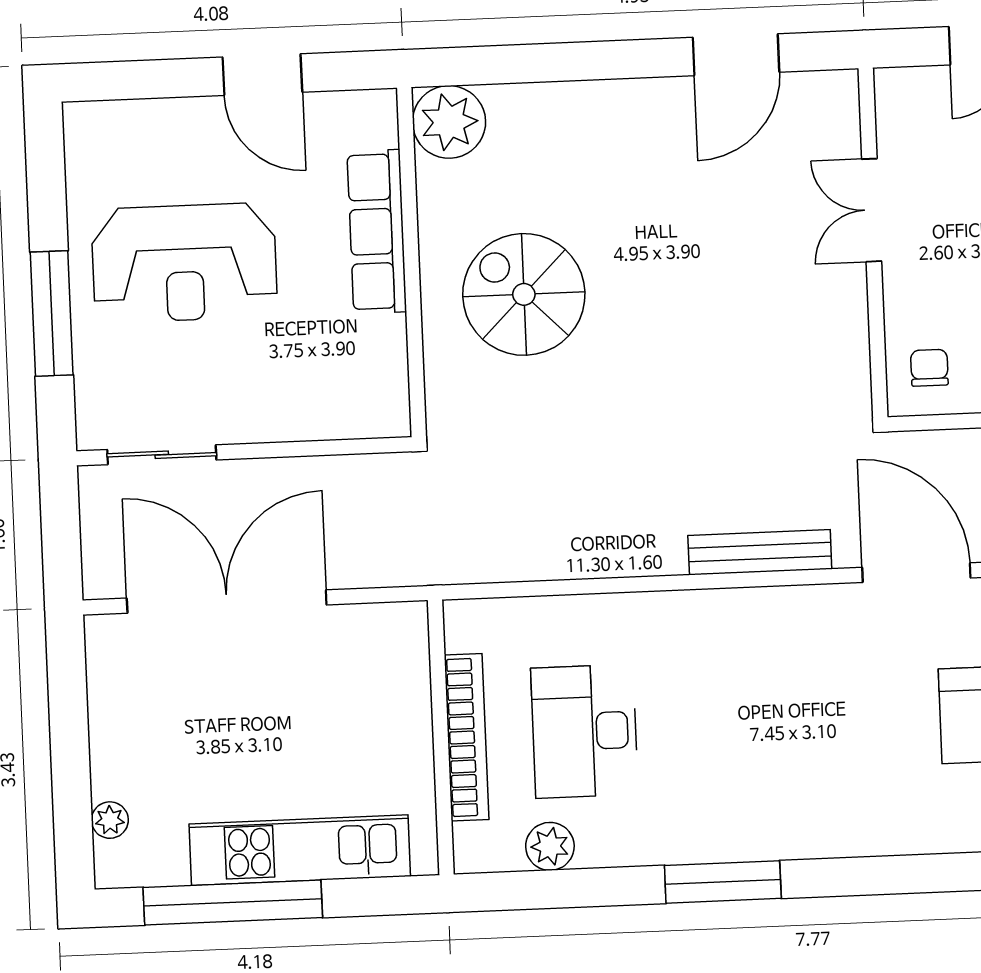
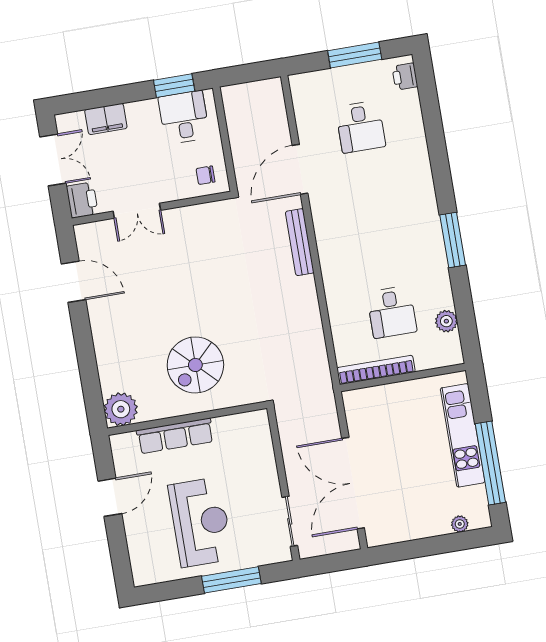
printer: (910, 96) -> (82, 200), added
desk: (585, 731) -> (392, 312), width x0.73
bookcase: (467, 737) -> (376, 370), moved

